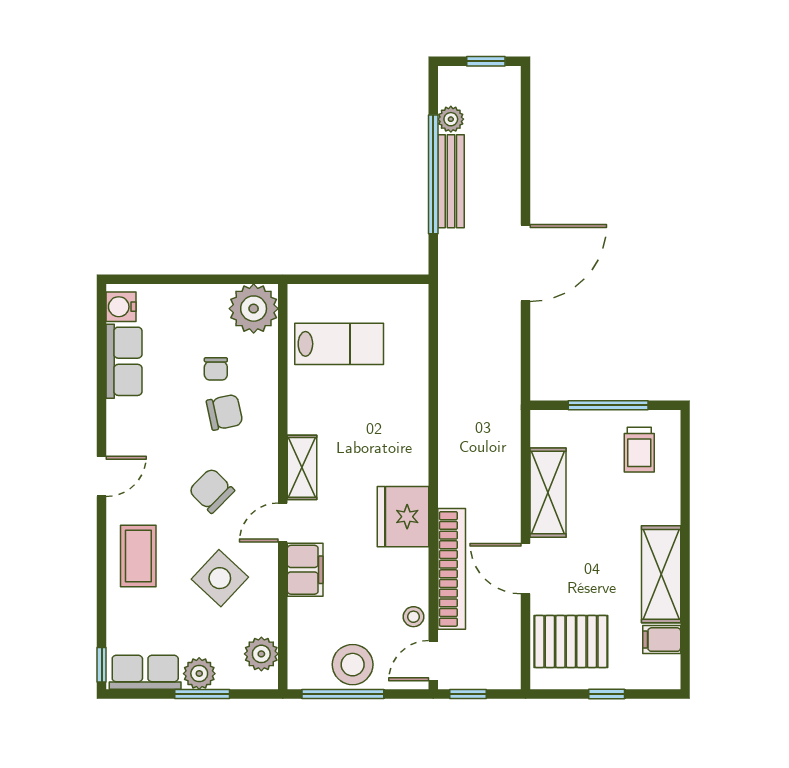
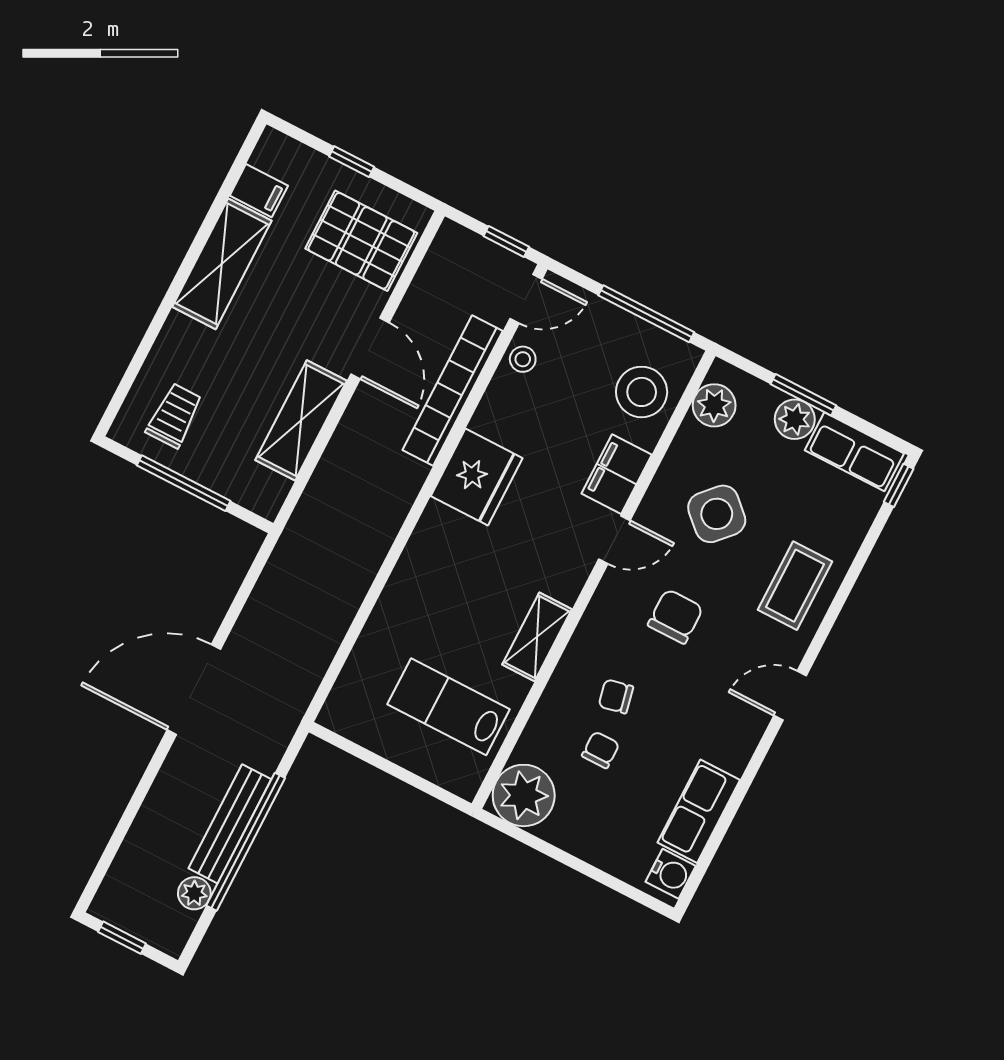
chair: (225, 412) -> (616, 696), width x0.73, depth x0.73
shelving: (302, 467) -> (537, 637), moved
chair: (212, 491) -> (675, 616), turned -135
stool: (353, 665) -> (642, 392), moved

